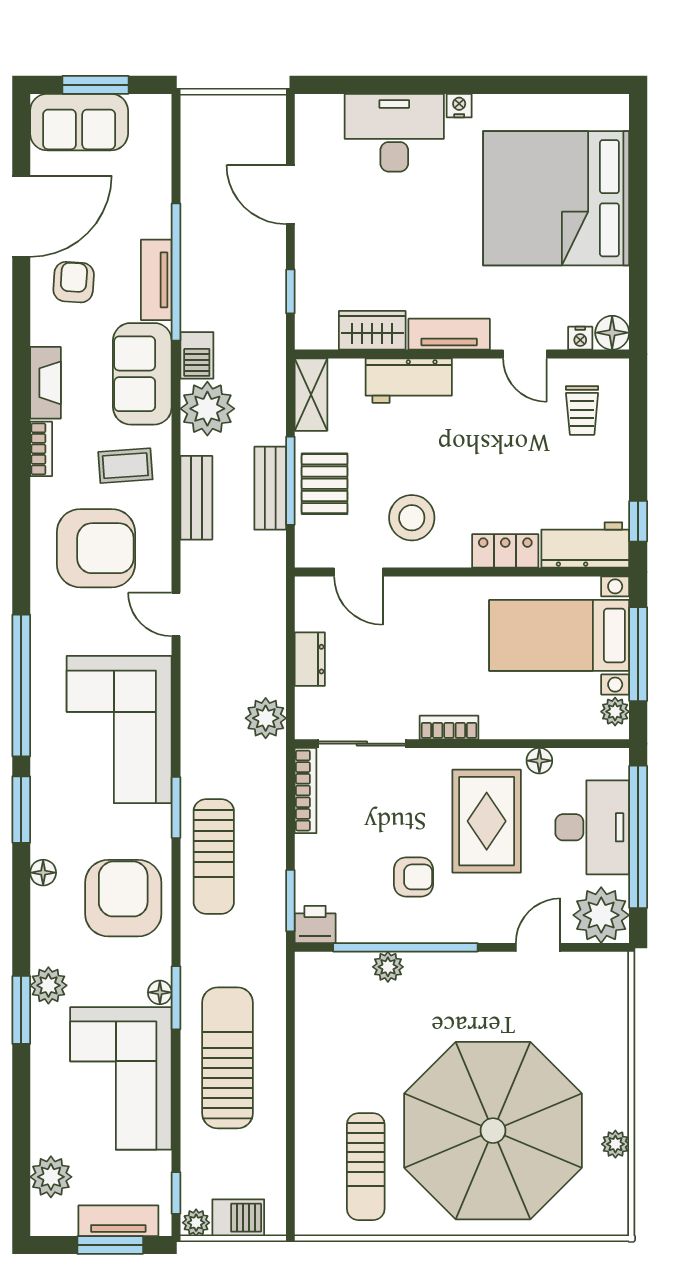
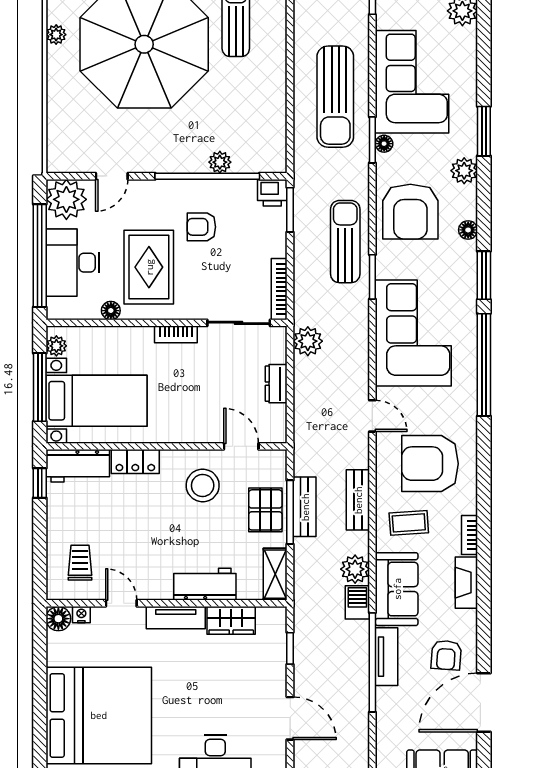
plant: (207, 409) -> (355, 569), width x0.73, depth x0.73
plant: (48, 985) -> (464, 171), moved

